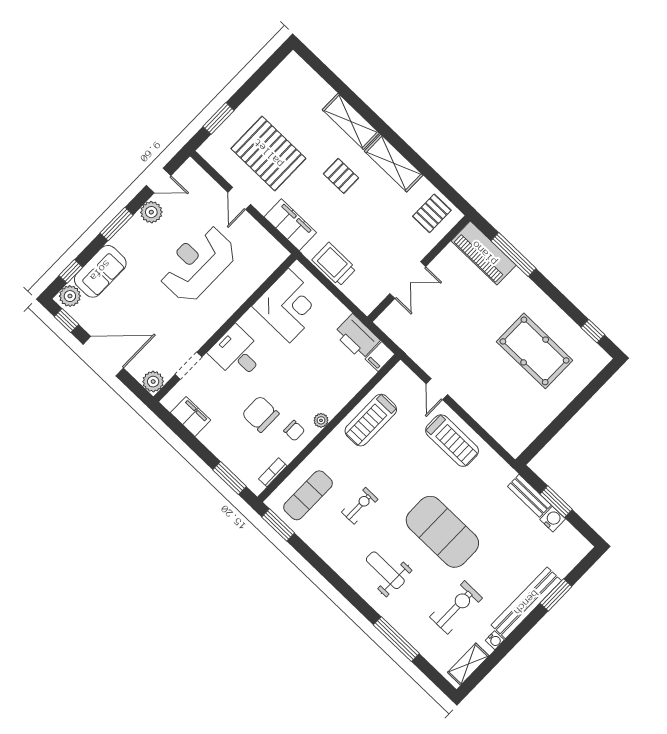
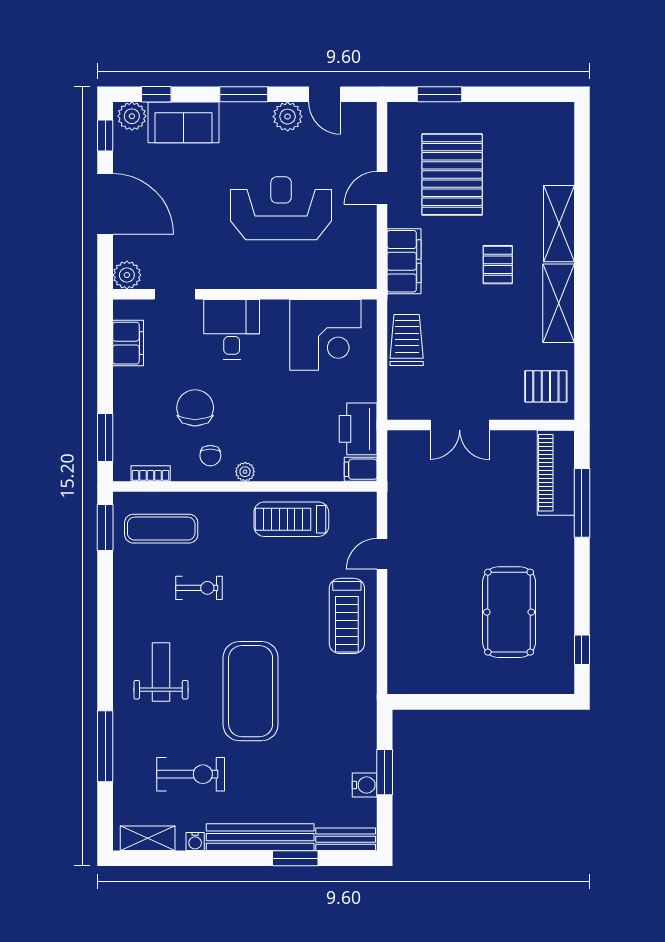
bench: (529, 496) -> (346, 839), moved, turned 90

